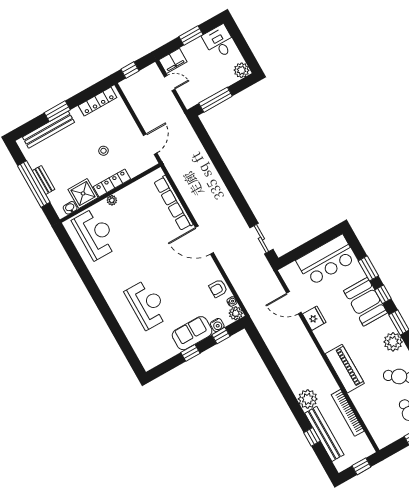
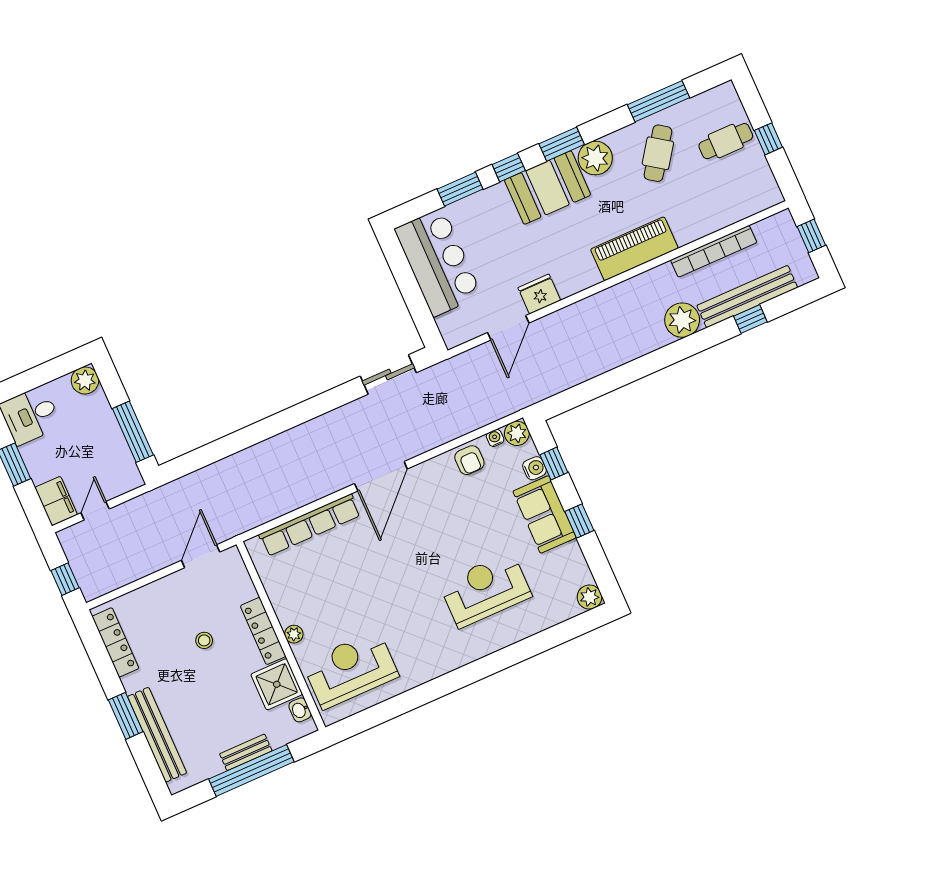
door: (150, 144) -> (201, 556), hinge flipped
booth: (365, 302) -> (548, 187), moved
plant: (149, 363) -> (589, 597), added

